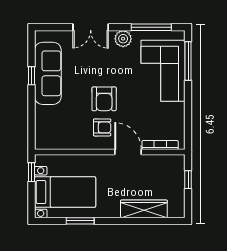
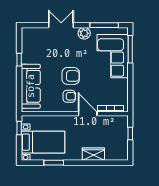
double door: (91, 27) -> (61, 25), swing flipped
sofa: (48, 73) -> (31, 86), moved
armchair: (104, 99) -> (71, 76), turned -89
wardrobe: (144, 209) -> (93, 154), width x0.67

